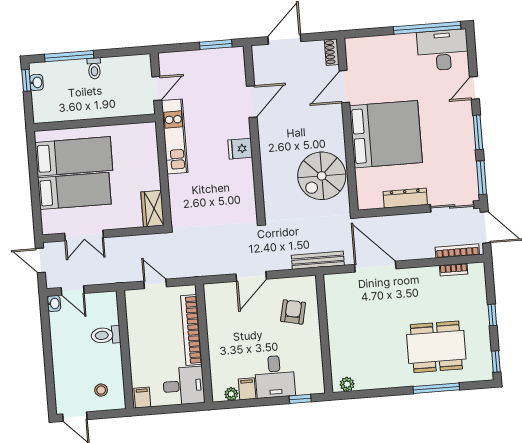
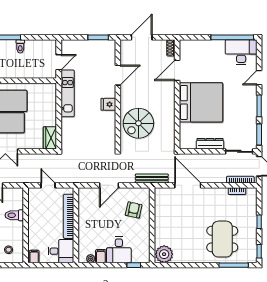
spiral stairs: (322, 176) -> (138, 123), moved
dining table: (436, 347) -> (222, 239), turned 90
plant: (347, 384) -> (164, 254), width x1.88, depth x1.88
window: (436, 388) -> (234, 265), moved

